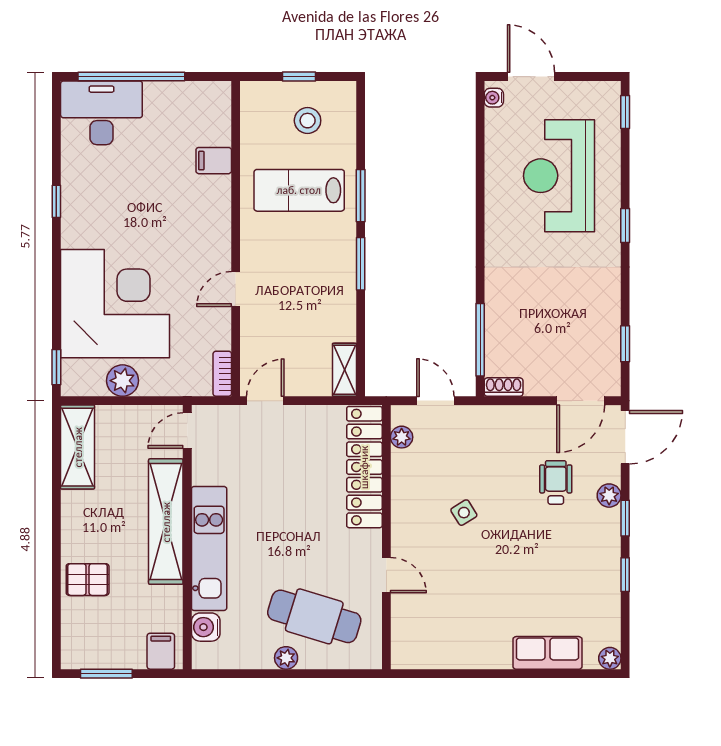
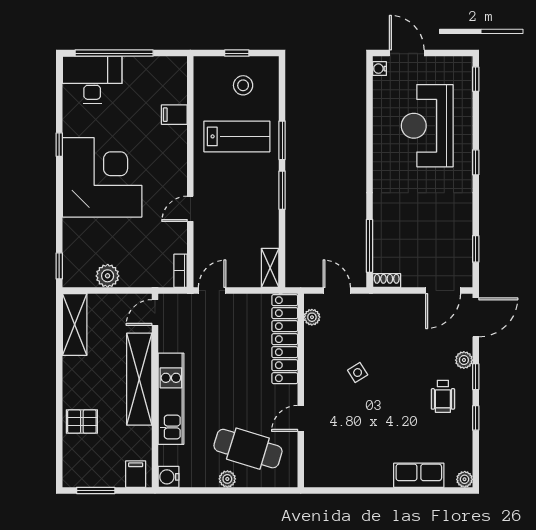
lab bench: (299, 190) -> (237, 136), turned 180
corner desk: (115, 304) -> (102, 177), moved
wheelchair: (556, 483) -> (443, 396), moved, turned 180
door: (386, 575) -> (301, 418), swing flipped
water cooler: (206, 627) -> (169, 477), moved

